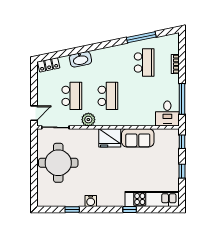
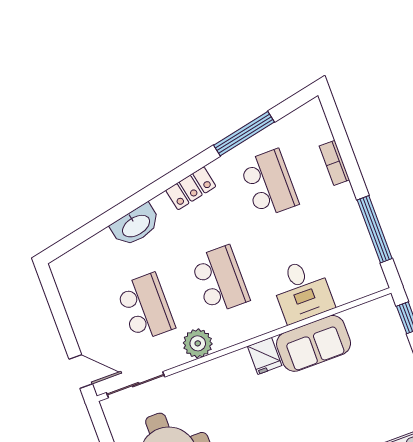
locker: (49, 65) -> (191, 188), moved
door: (34, 113) -> (81, 372), hinge flipped
desk: (167, 114) -> (302, 291), moved
fridge: (110, 138) -> (265, 356), width x0.53, depth x0.75

